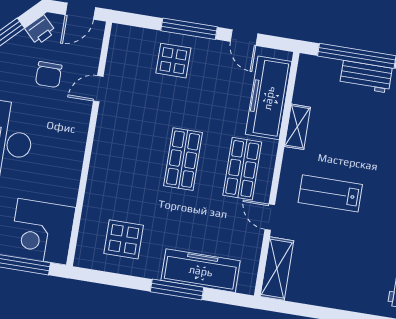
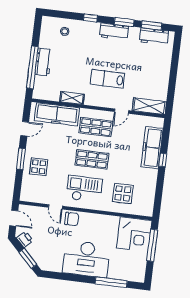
window: (189, 29) -> (21, 159), width x0.69
chair: (49, 75) -> (72, 219), moved
checkout: (129, 143) -> (84, 189), added
lab bench: (330, 193) -> (107, 79), turned 90
display table: (124, 239) -> (123, 193), moved
window: (177, 290) -> (163, 160), width x0.46

